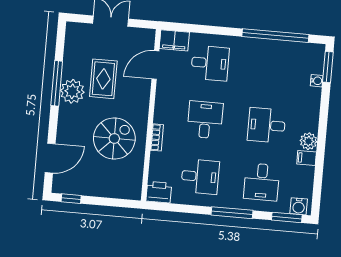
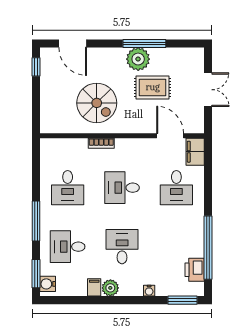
water cooler: (317, 81) -> (149, 291), moved
desk: (205, 120) -> (122, 188), turned 180
printer: (159, 192) -> (195, 270), moved, turned 180

